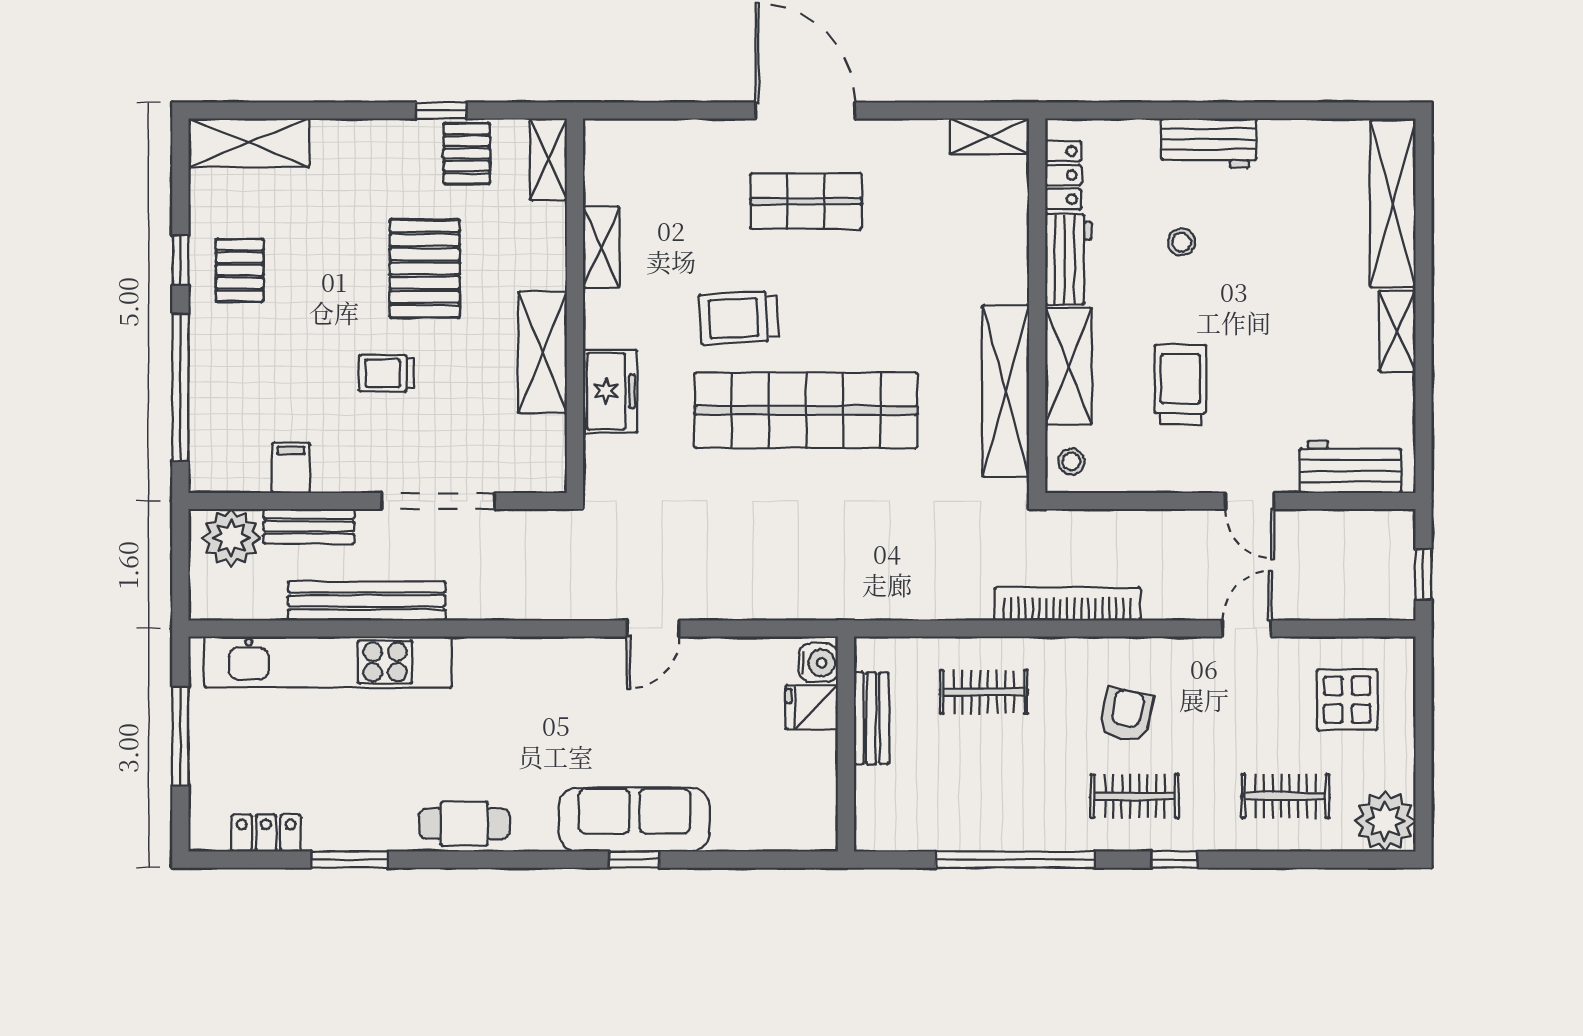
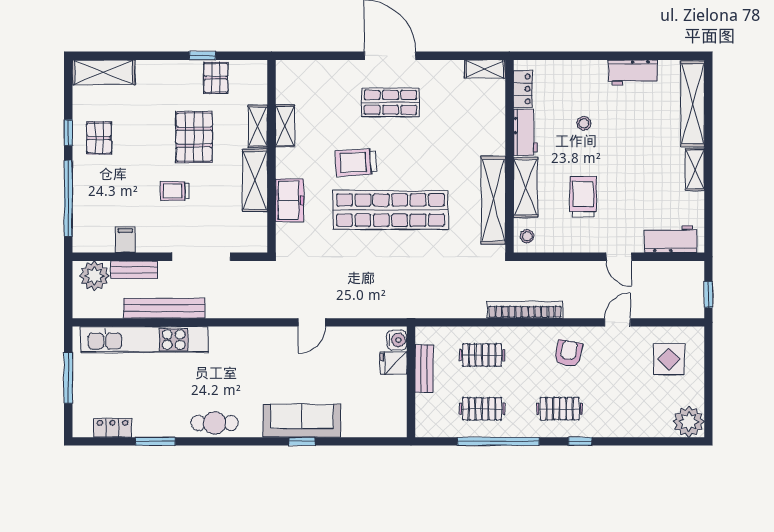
workbench: (1209, 143) -> (633, 73), moved
shelving: (548, 159) -> (258, 126), moved
armchair: (1126, 715) -> (568, 353), moved
clothes rail: (1285, 796) -> (482, 409), moved

